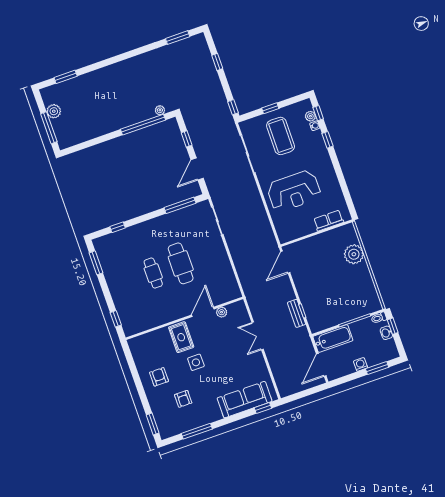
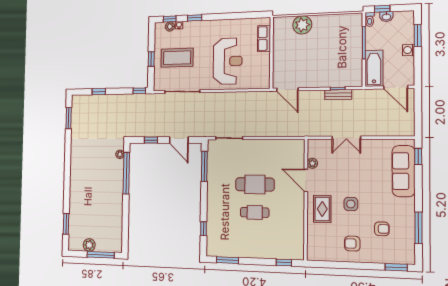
rug: (181, 337) -> (322, 209), turned 90

